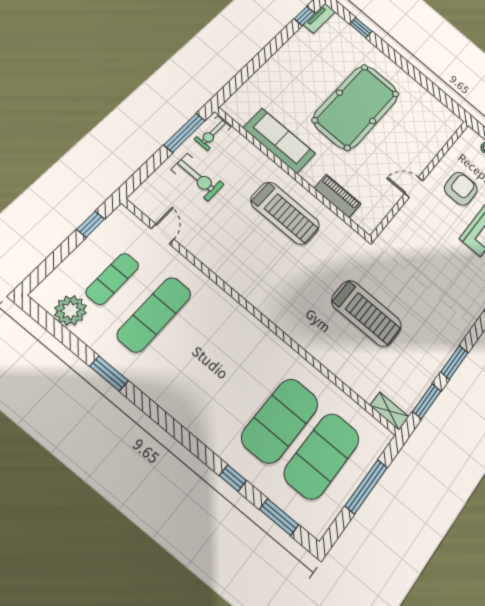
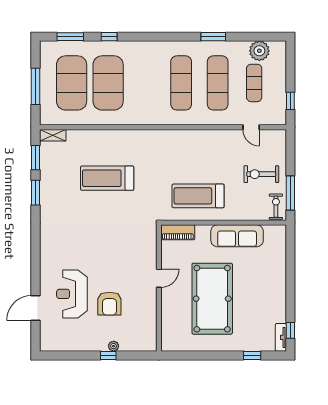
wall: (421, 178) -> (159, 288), moved
door: (414, 187) -> (159, 278), moved
exercise mat: (196, 350) -> (181, 83), added

